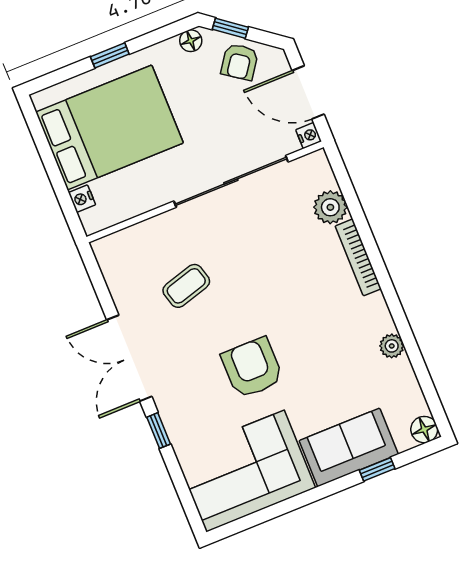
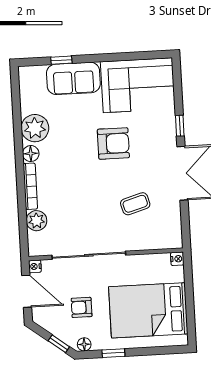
window: (110, 55) -> (113, 353), moved
armchair: (240, 62) -> (82, 307), moved, turned -125
nightstand: (82, 199) -> (177, 259), moved
plant: (392, 346) -> (35, 128), width x1.88, depth x1.88
armchair: (252, 368) -> (113, 143), turned -90
floor lamp: (424, 430) -> (31, 154), moved

